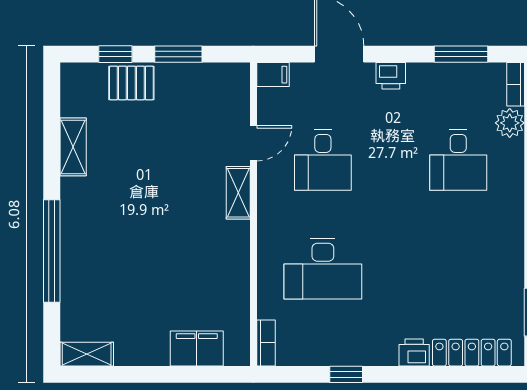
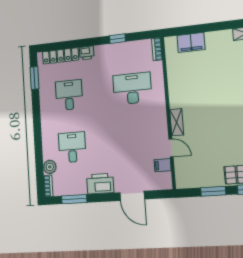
filing cabinet: (273, 75) -> (163, 165), moved
printer: (391, 76) -> (100, 184), width x1.87, depth x1.48
door: (253, 143) -> (171, 148), swing flipped
desk: (323, 160) -> (69, 95), moved

